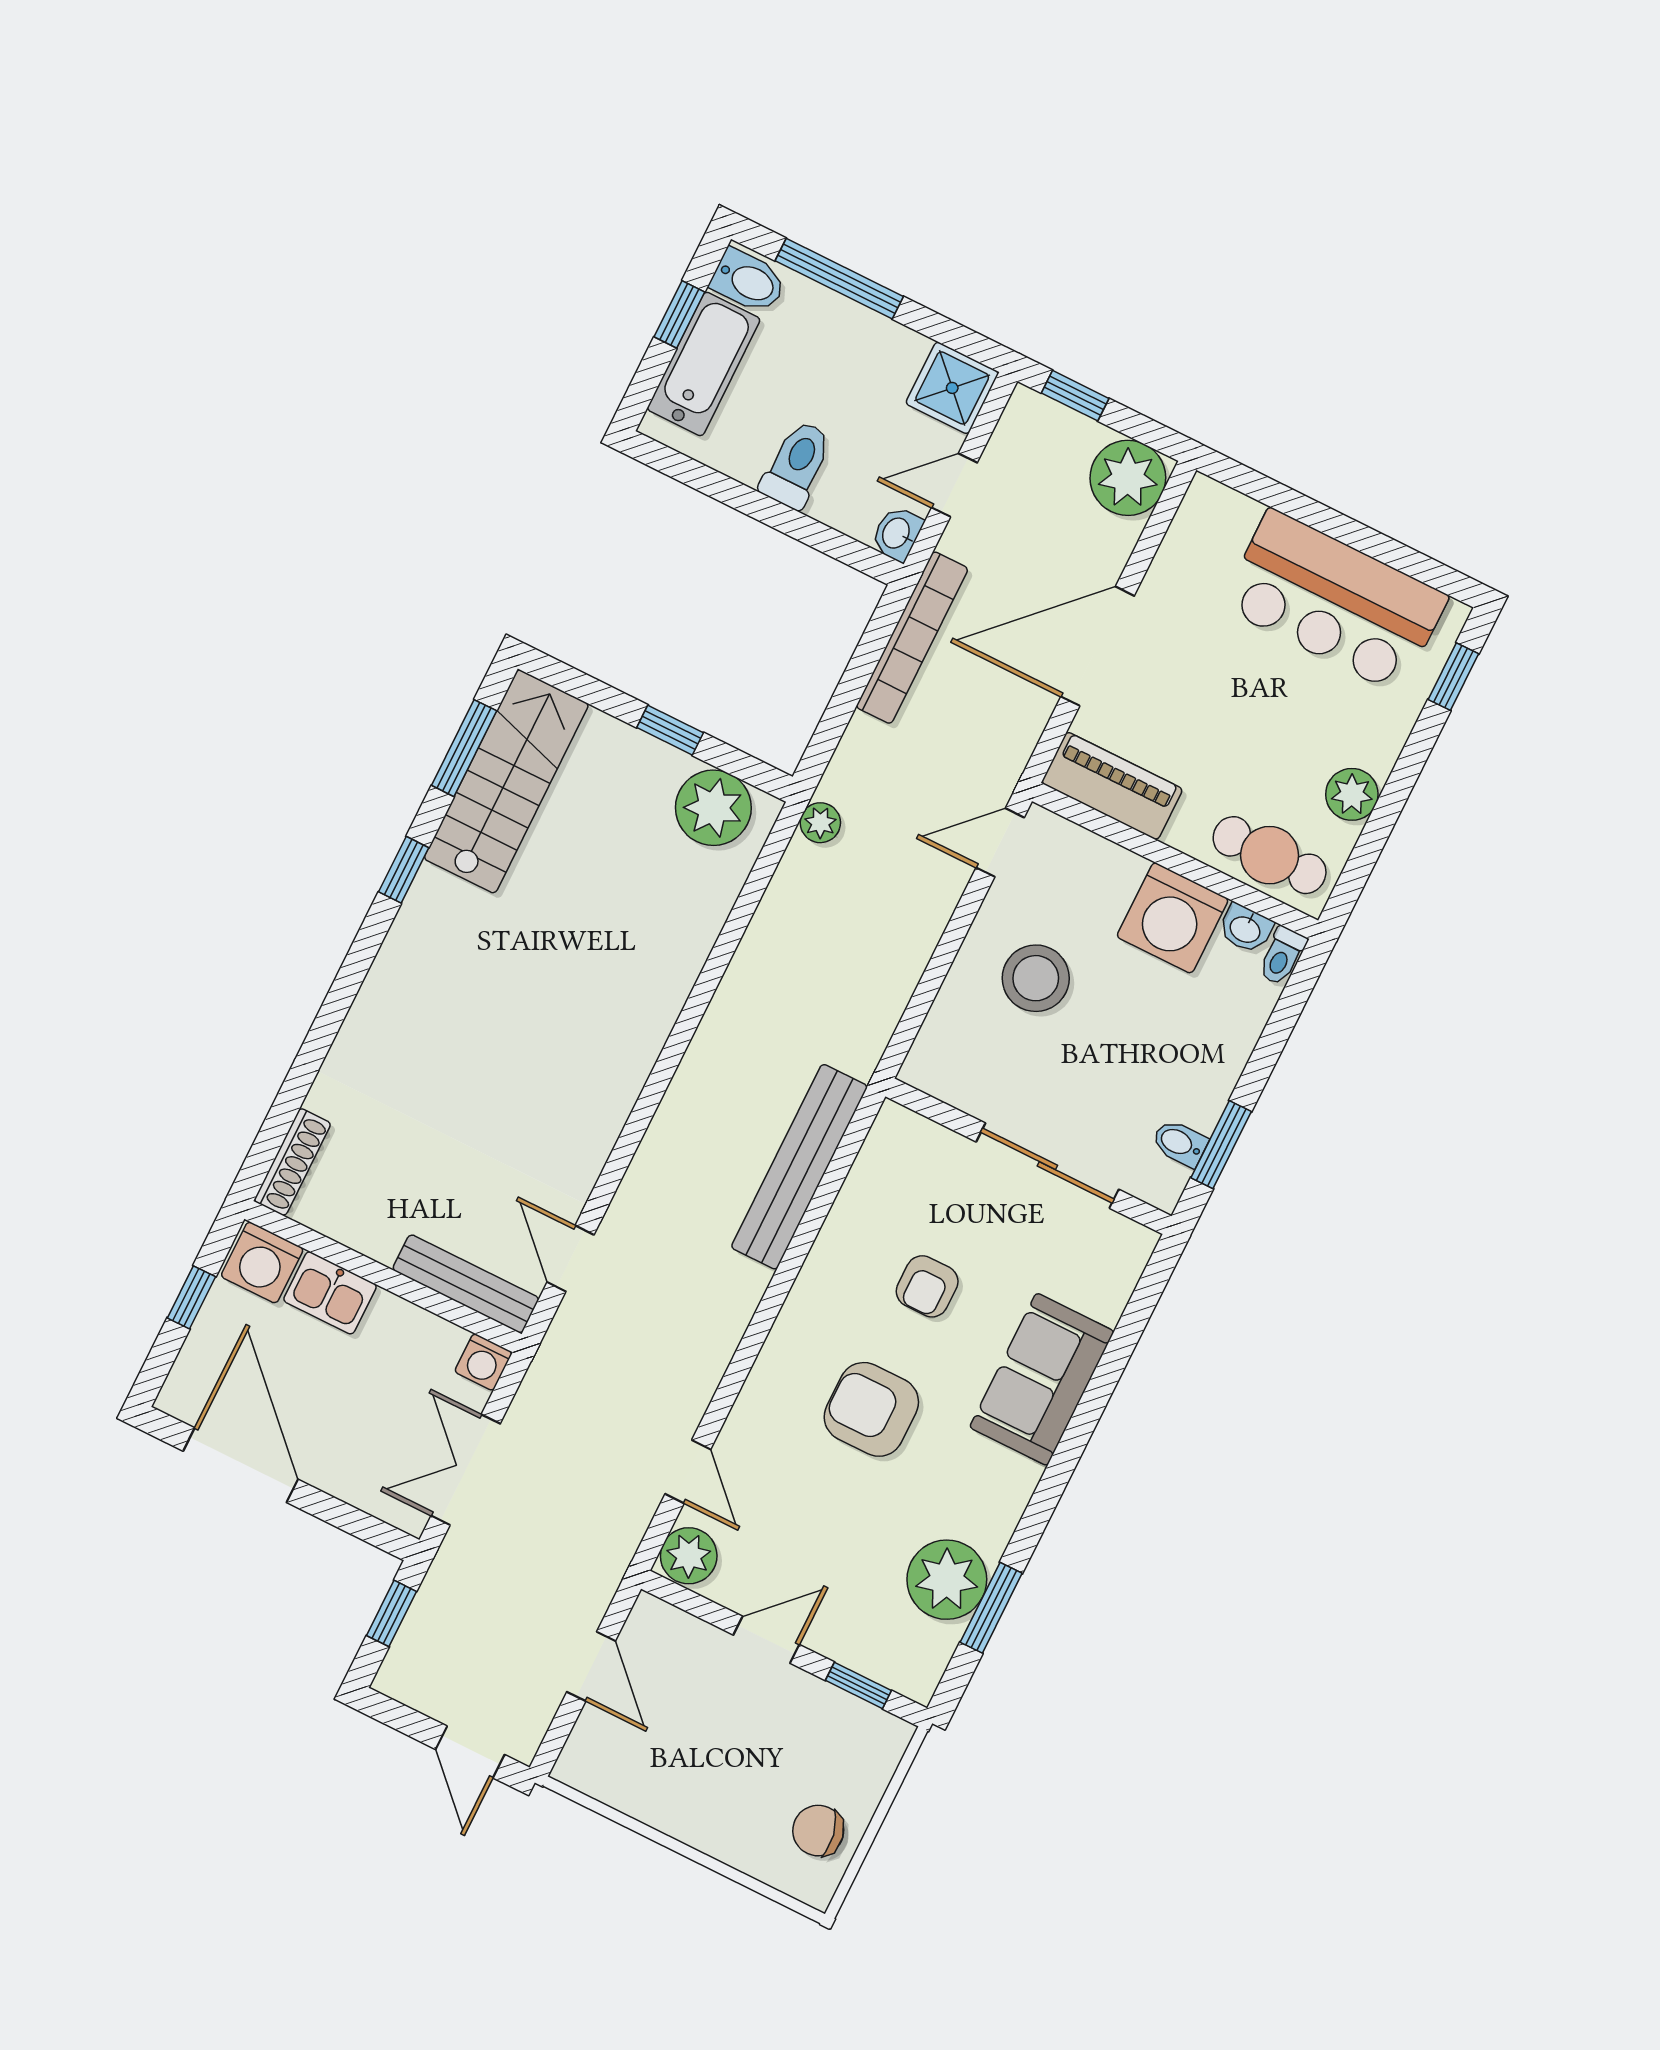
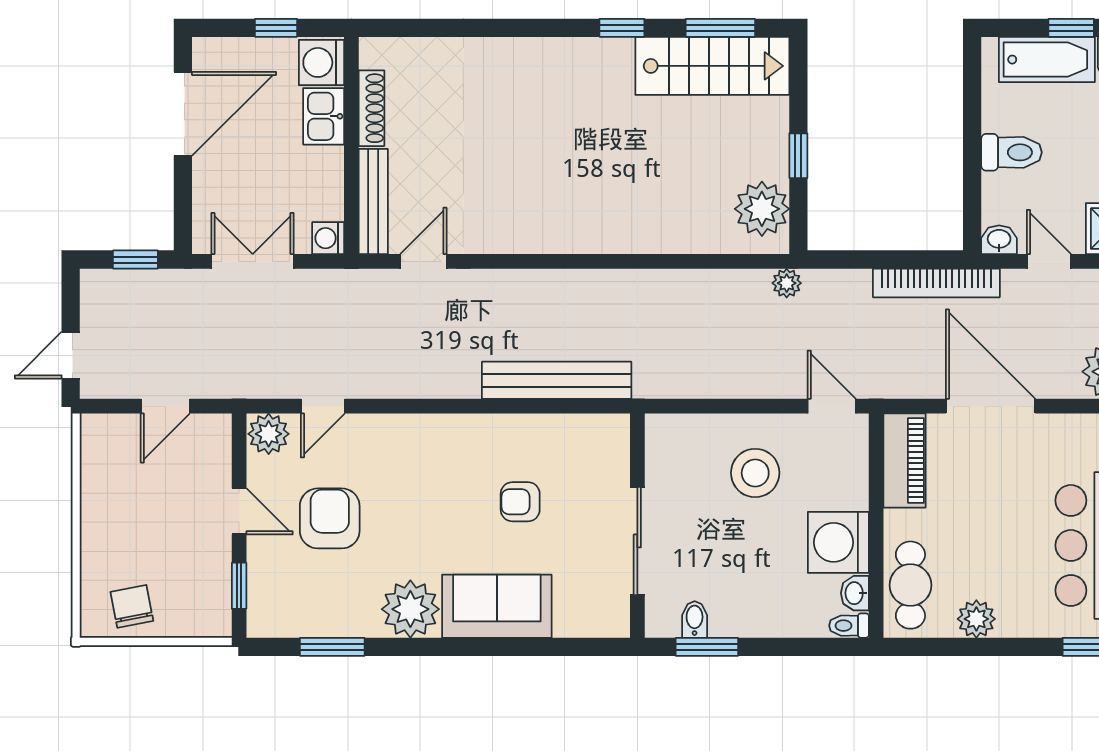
shoe rack: (292, 1162) -> (371, 108), moved, turned -90
armchair: (871, 1409) -> (330, 518), moved
plant: (947, 1580) -> (410, 609), moved

